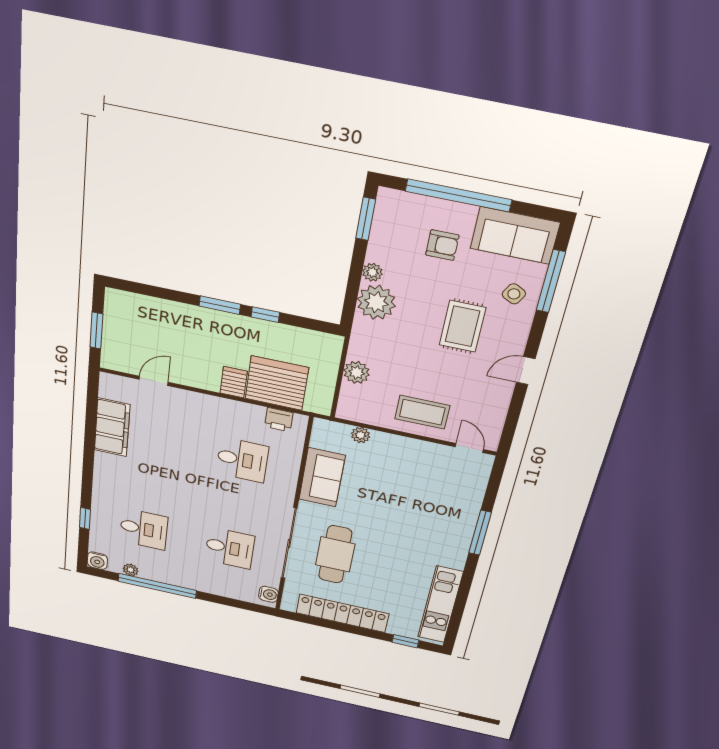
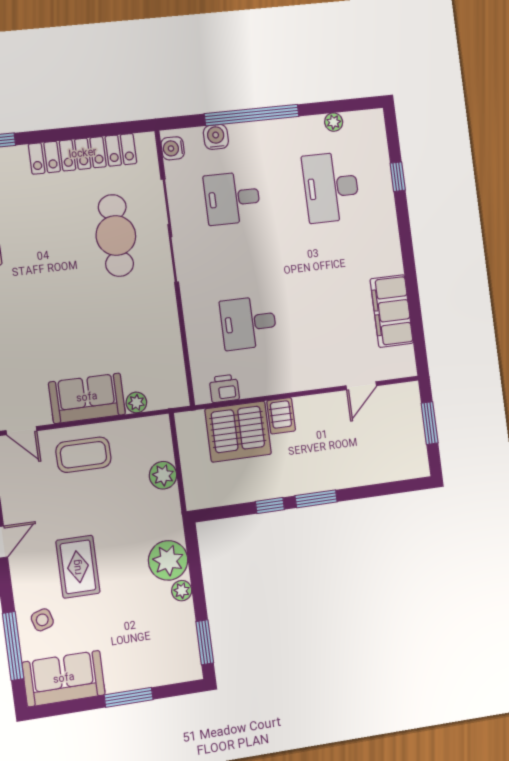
window: (458, 195) -> (129, 697), width x0.47
armchair: (442, 245) -> (126, 643), removed
side table: (514, 294) -> (42, 620), turned 45
sofa: (322, 477) -> (87, 398), moved, turned 90
desk: (144, 529) -> (331, 187), width x1.37
water cooler: (97, 561) -> (216, 137), moved
window: (157, 586) -> (252, 115), moved

